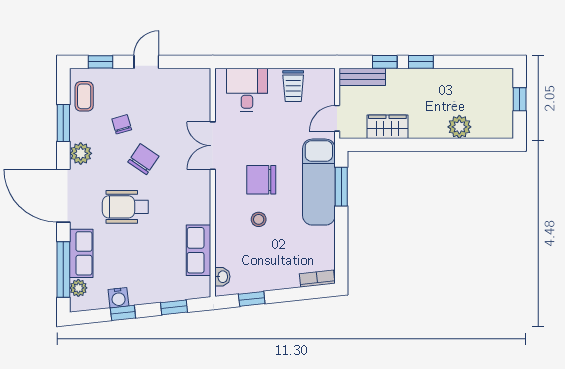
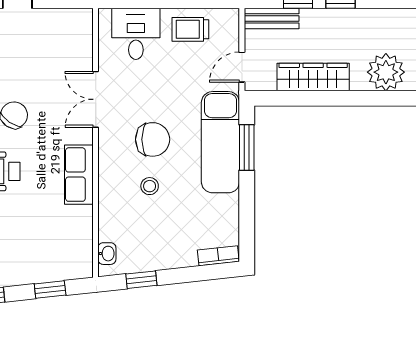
trolley: (293, 86) -> (190, 29), turned 90
wardrobe: (387, 127) -> (313, 77), width x1.50
plant: (459, 127) -> (386, 72), width x1.36, depth x1.36
chair: (261, 180) -> (153, 139), turned 180
row of seats: (198, 250) -> (79, 175), moved

